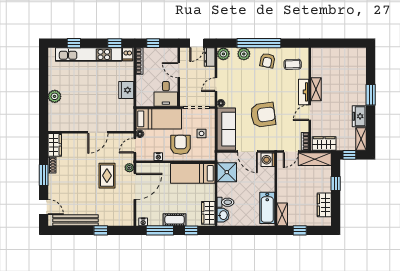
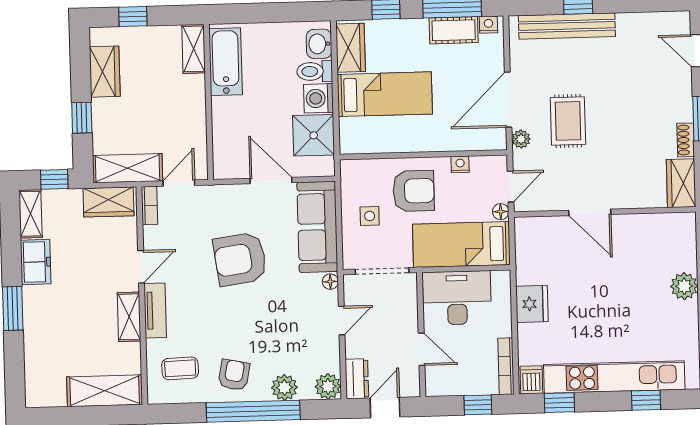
shelving: (328, 55) -> (105, 391), added
desk: (166, 94) -> (457, 298), width x1.37
door: (98, 132) -> (590, 212), swing flipped
armchair: (181, 145) -> (414, 191), turned -90
washing machine: (268, 160) -> (319, 98), moved, turned 180
bed: (193, 173) -> (385, 94), moved
bench: (76, 220) -> (567, 26), moved
cot: (175, 220) -> (454, 30), moved
window: (300, 230) -> (133, 17), moved

